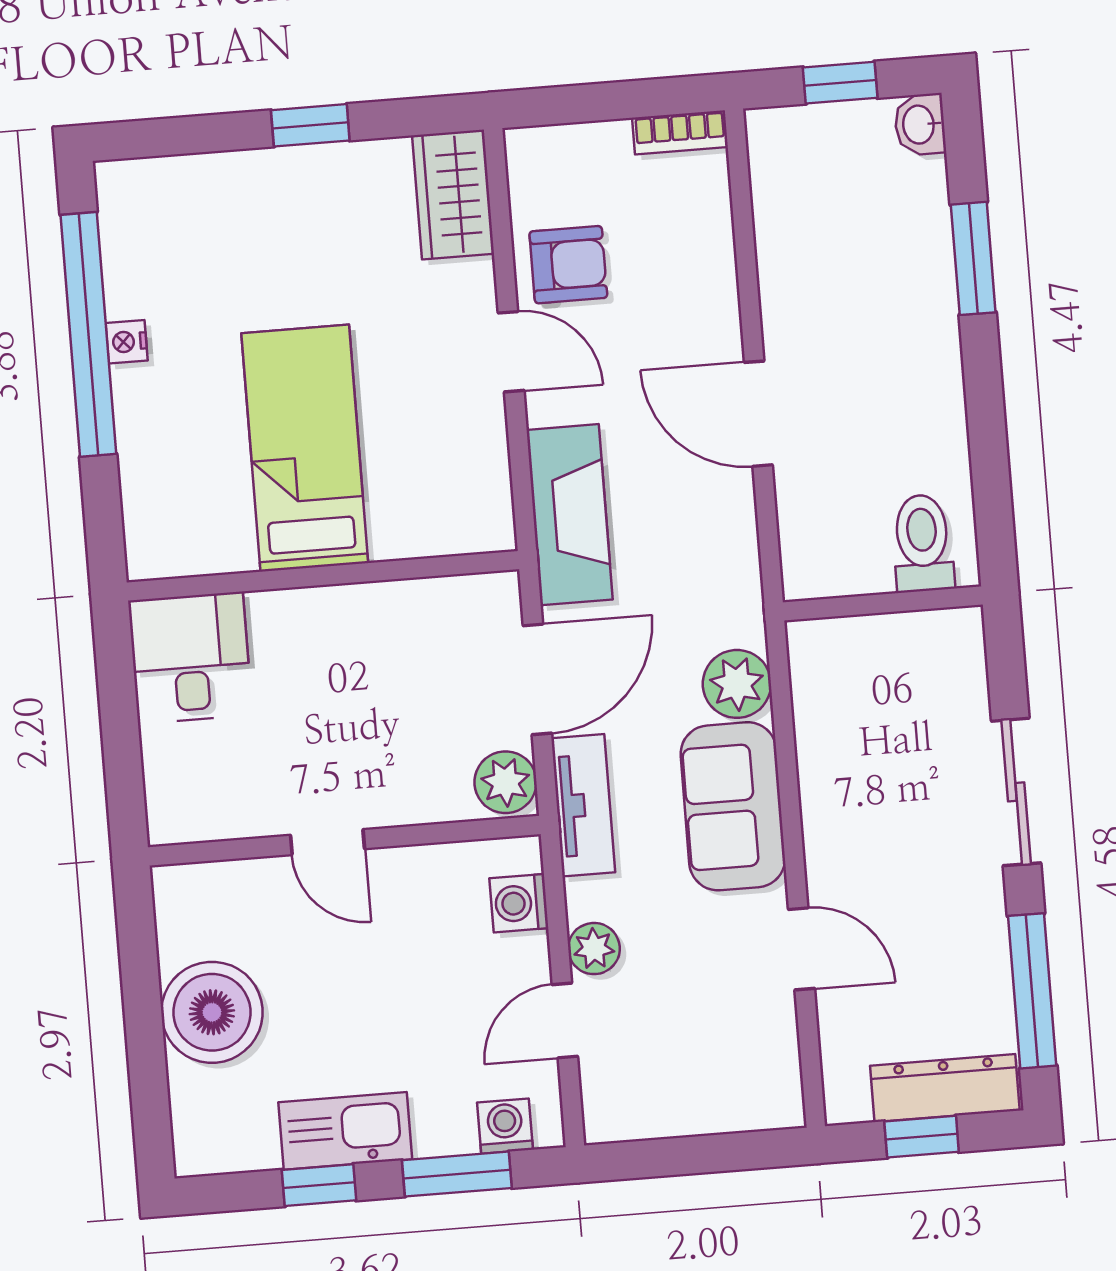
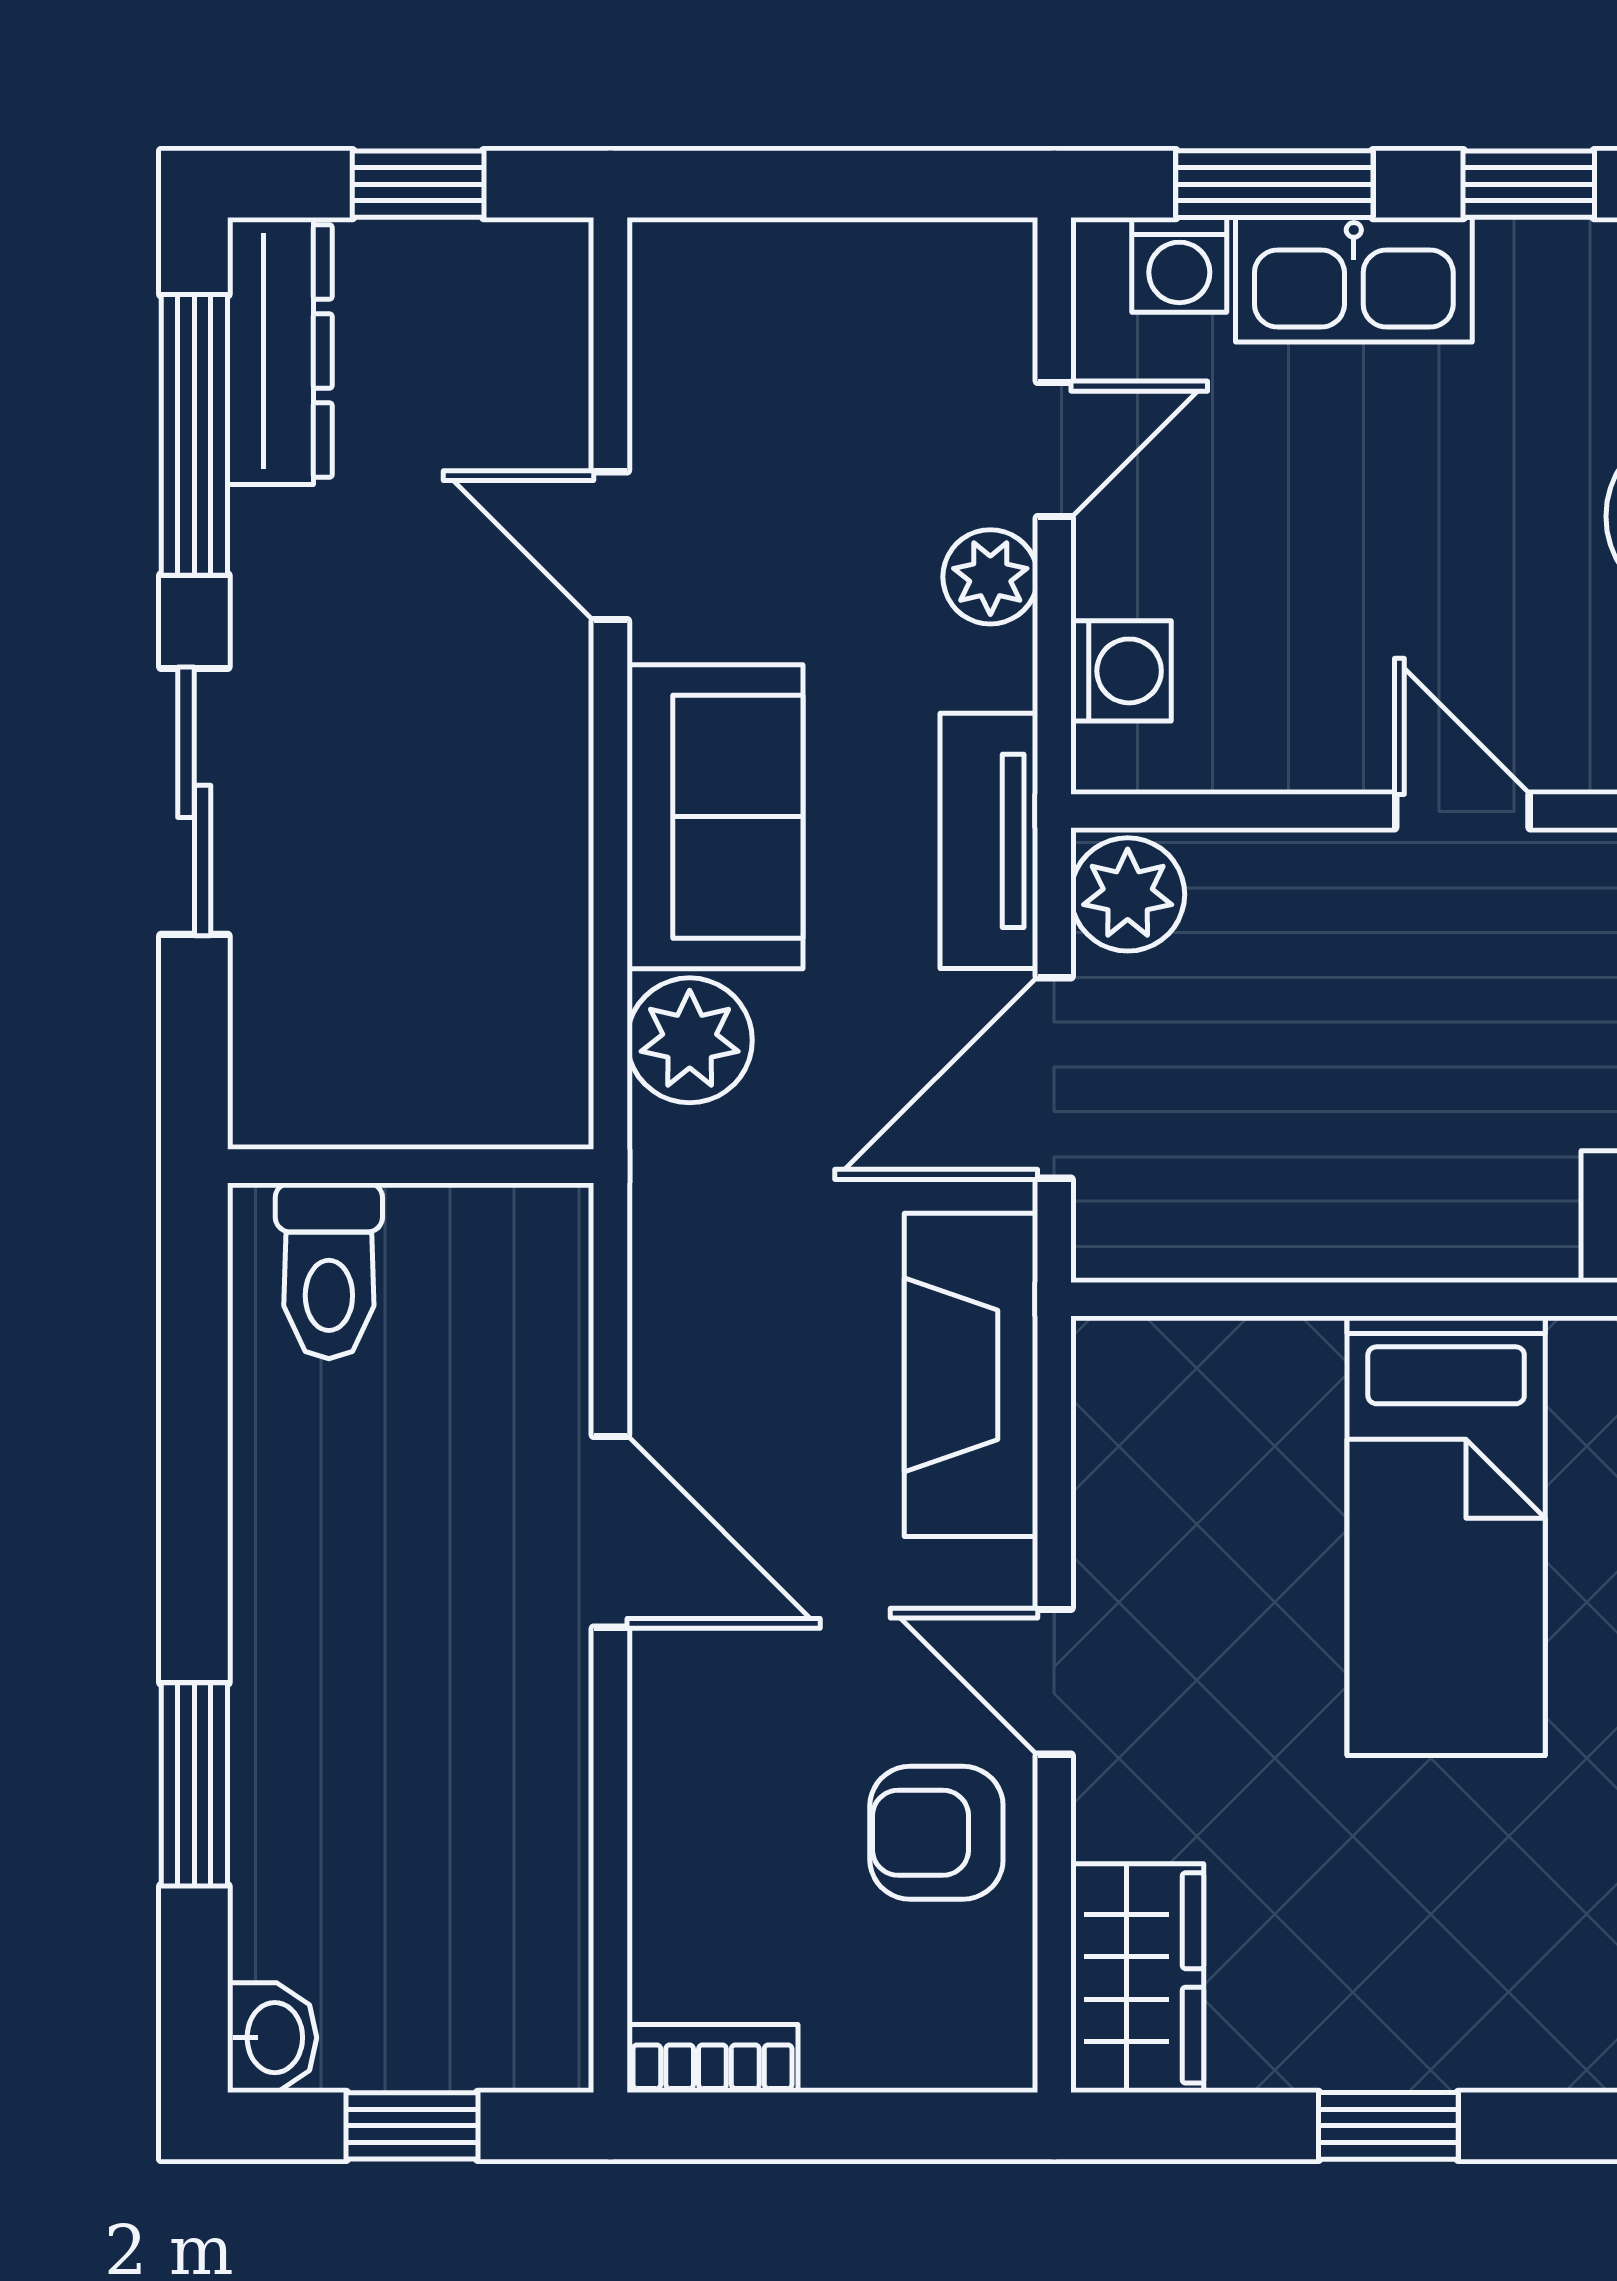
dresser: (945, 1088) -> (280, 351), moved, turned -90
kitchen sink: (345, 1131) -> (1354, 280), moved

